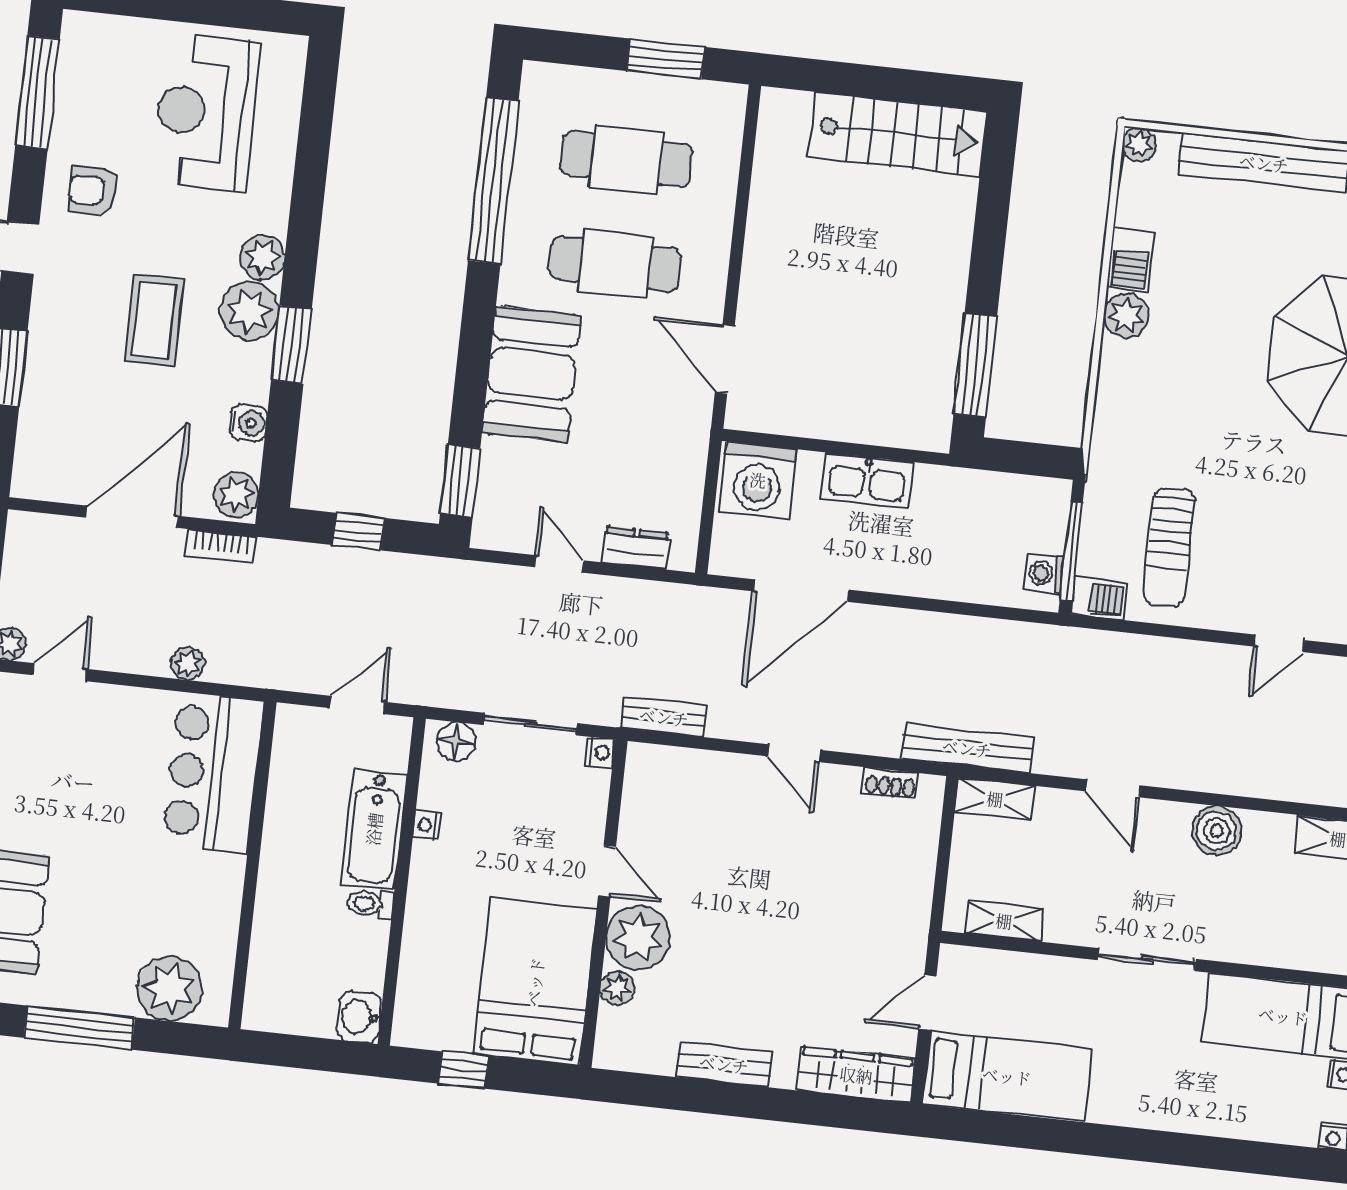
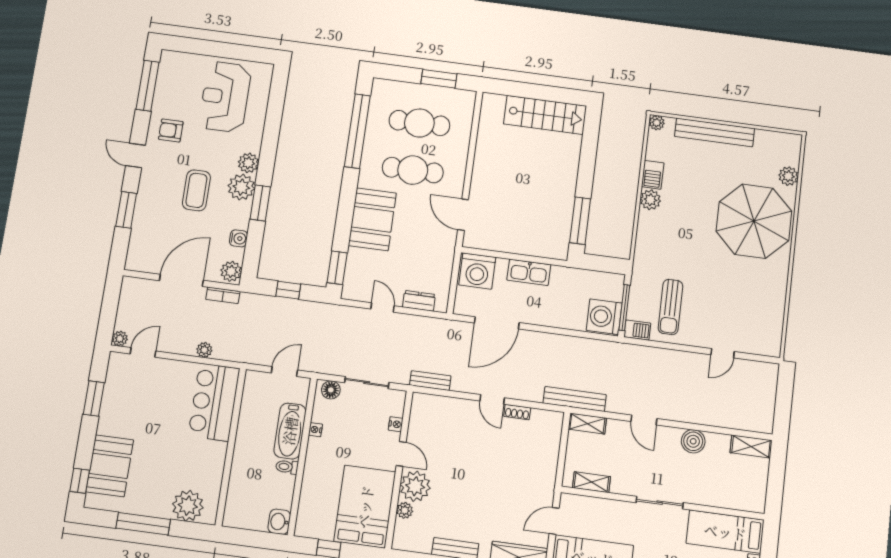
washing machine: (1044, 573) -> (604, 317), width x1.89, depth x1.89
nightstand: (600, 752) -> (396, 424), moved
shoe rack: (890, 783) -> (517, 412), moved

